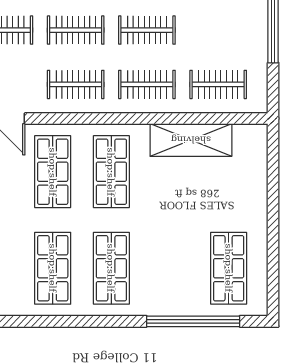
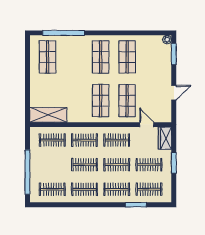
shelving: (191, 140) -> (48, 115), moved

